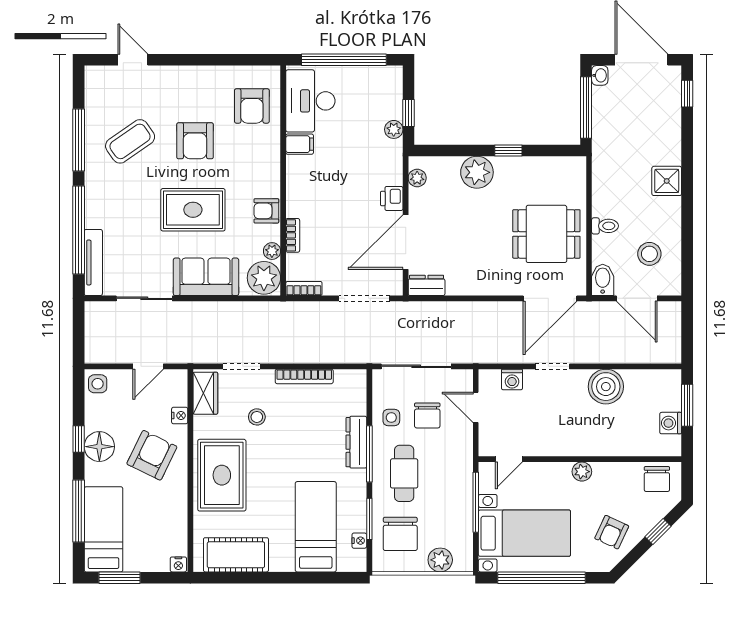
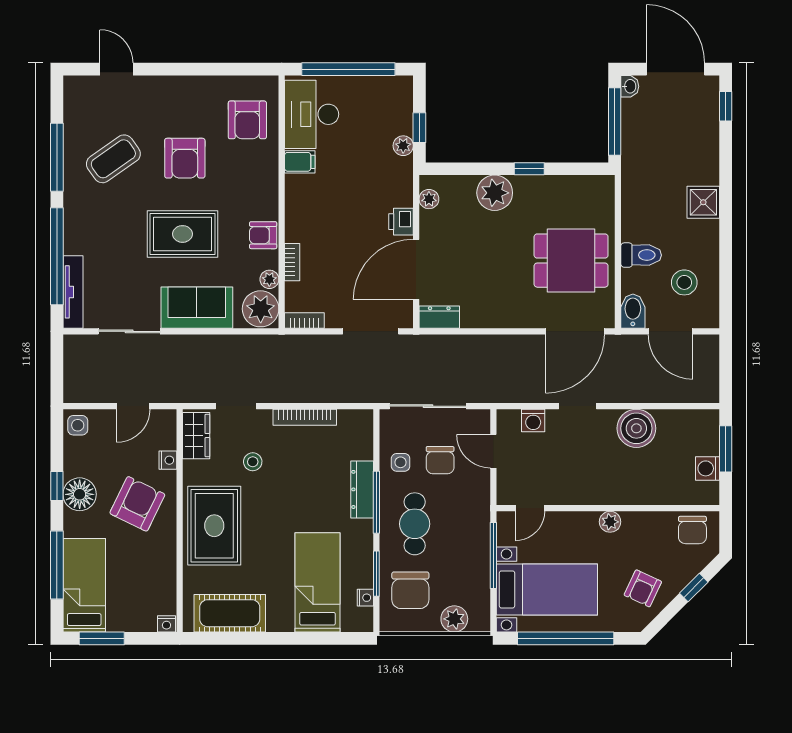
toilet: (605, 226) -> (641, 255), width x1.37, depth x1.39

